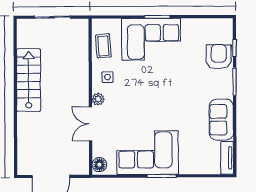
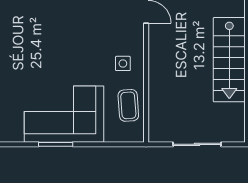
plant: (98, 99) -> (136, 34), removed

